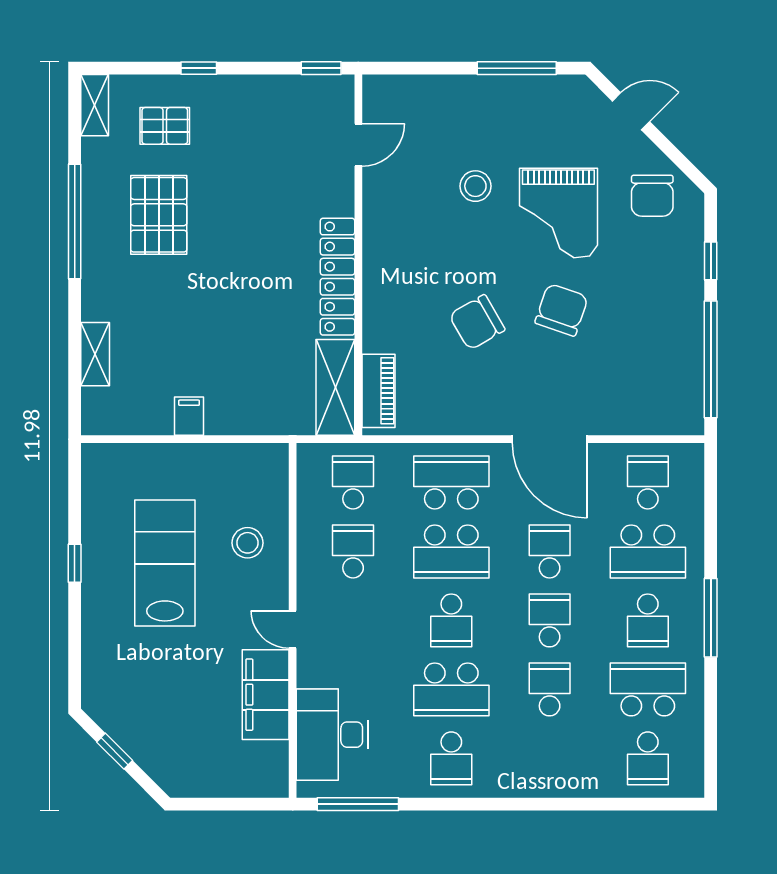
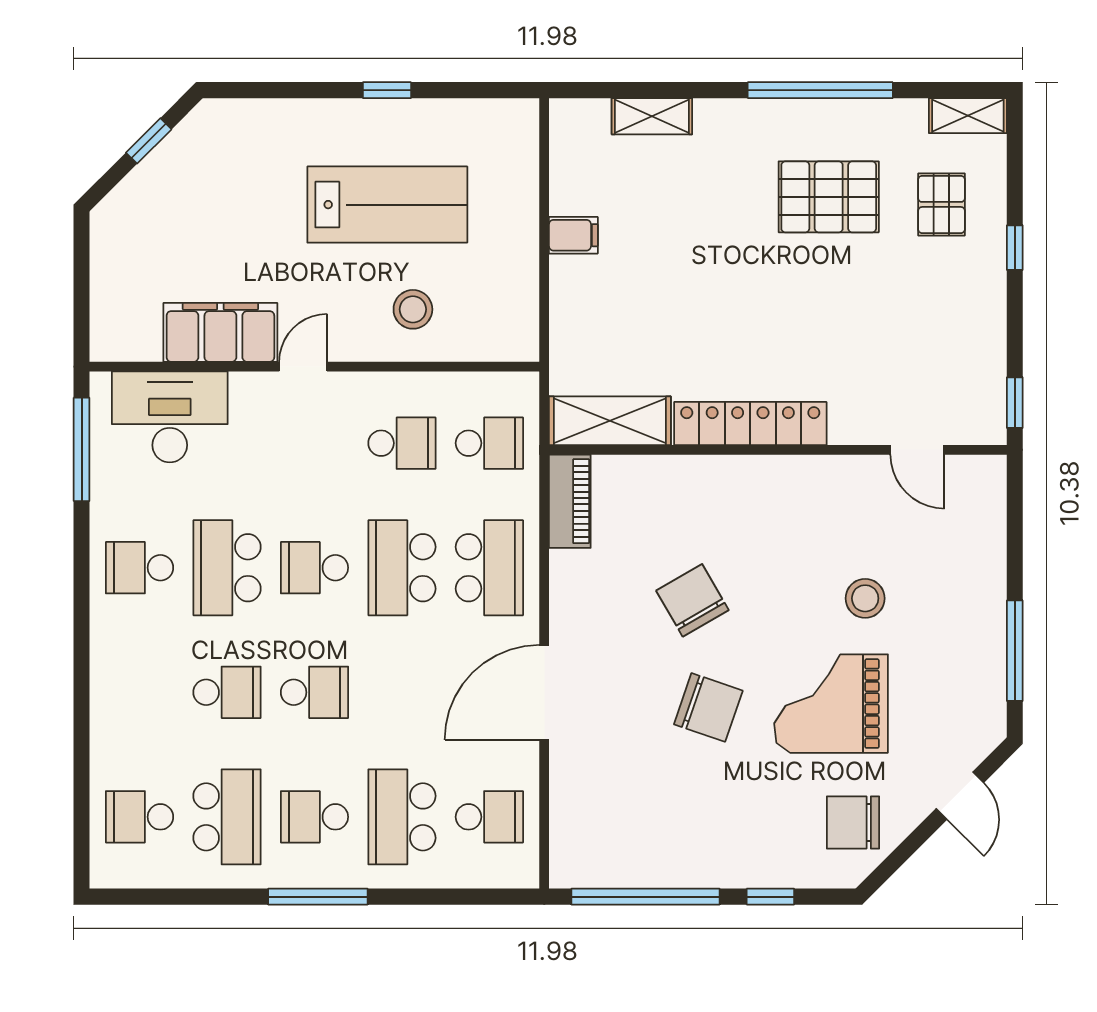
piano: (378, 391) -> (570, 501), moved, turned -90
school desk: (550, 551) -> (402, 692), removed

